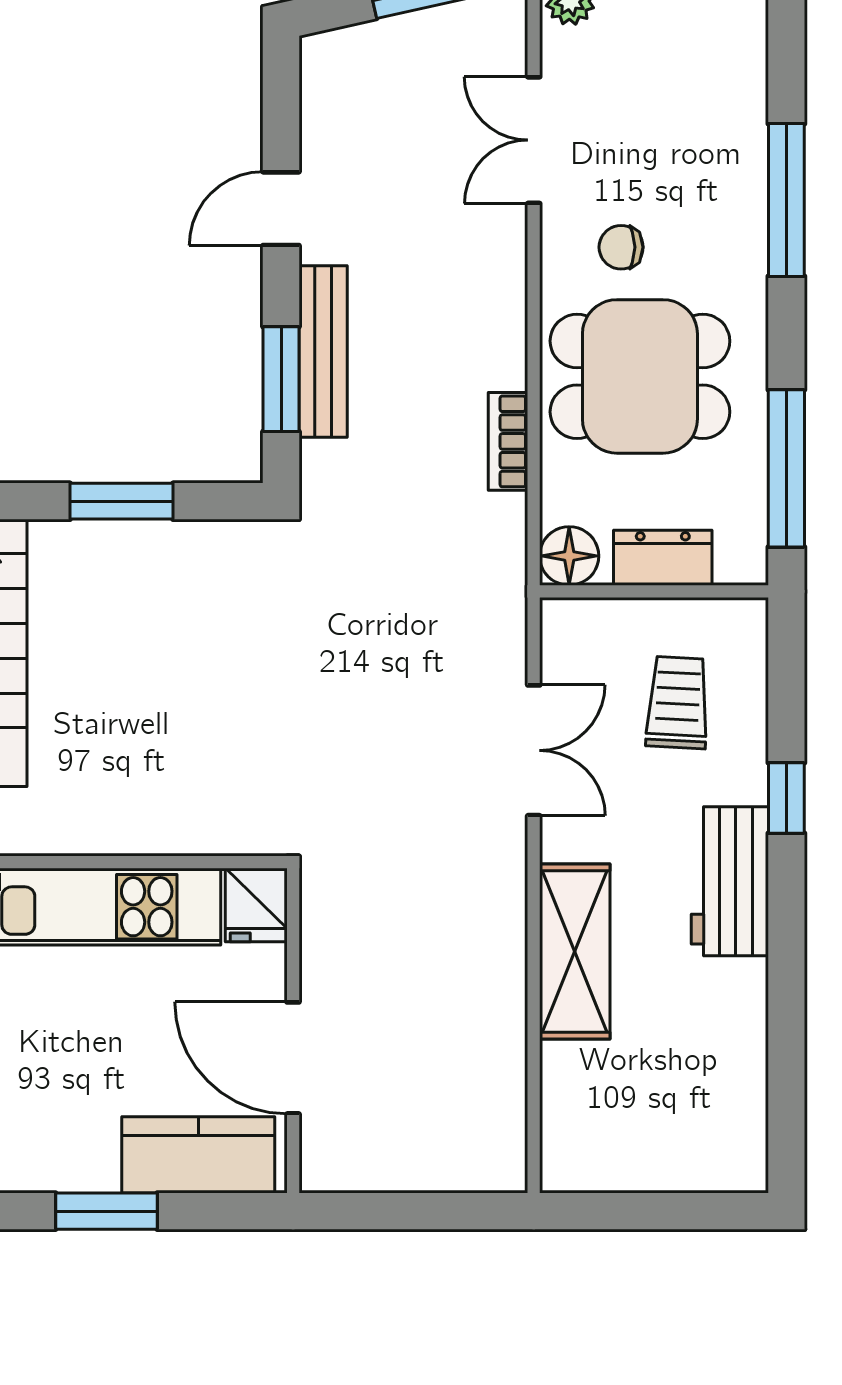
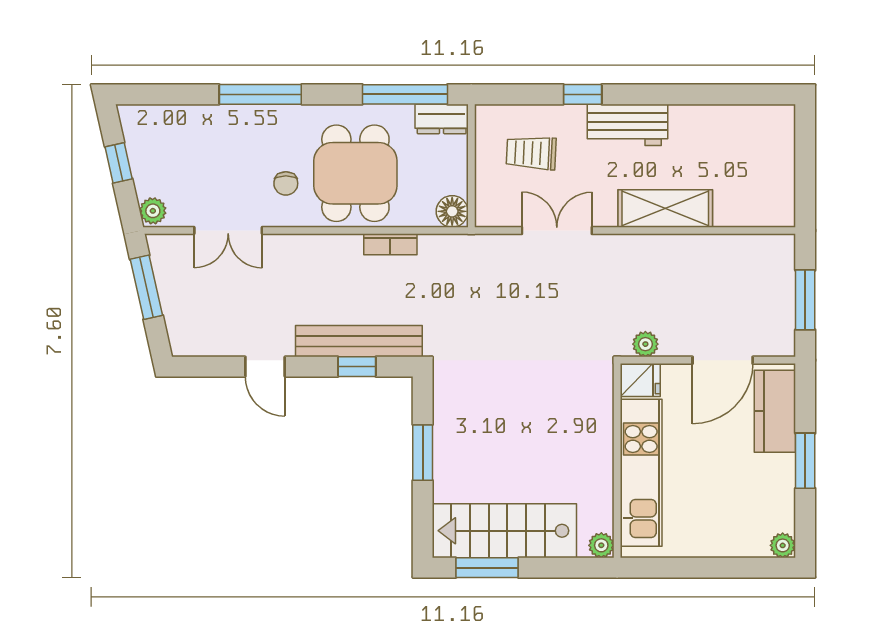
bench: (323, 351) -> (359, 341), width x1.37, depth x1.21
window: (281, 379) -> (357, 367), width x0.67
dresser: (663, 558) -> (442, 119), moved, turned -90
plant: (323, 915) -> (645, 344), added
window: (405, 1211) -> (805, 300), added

